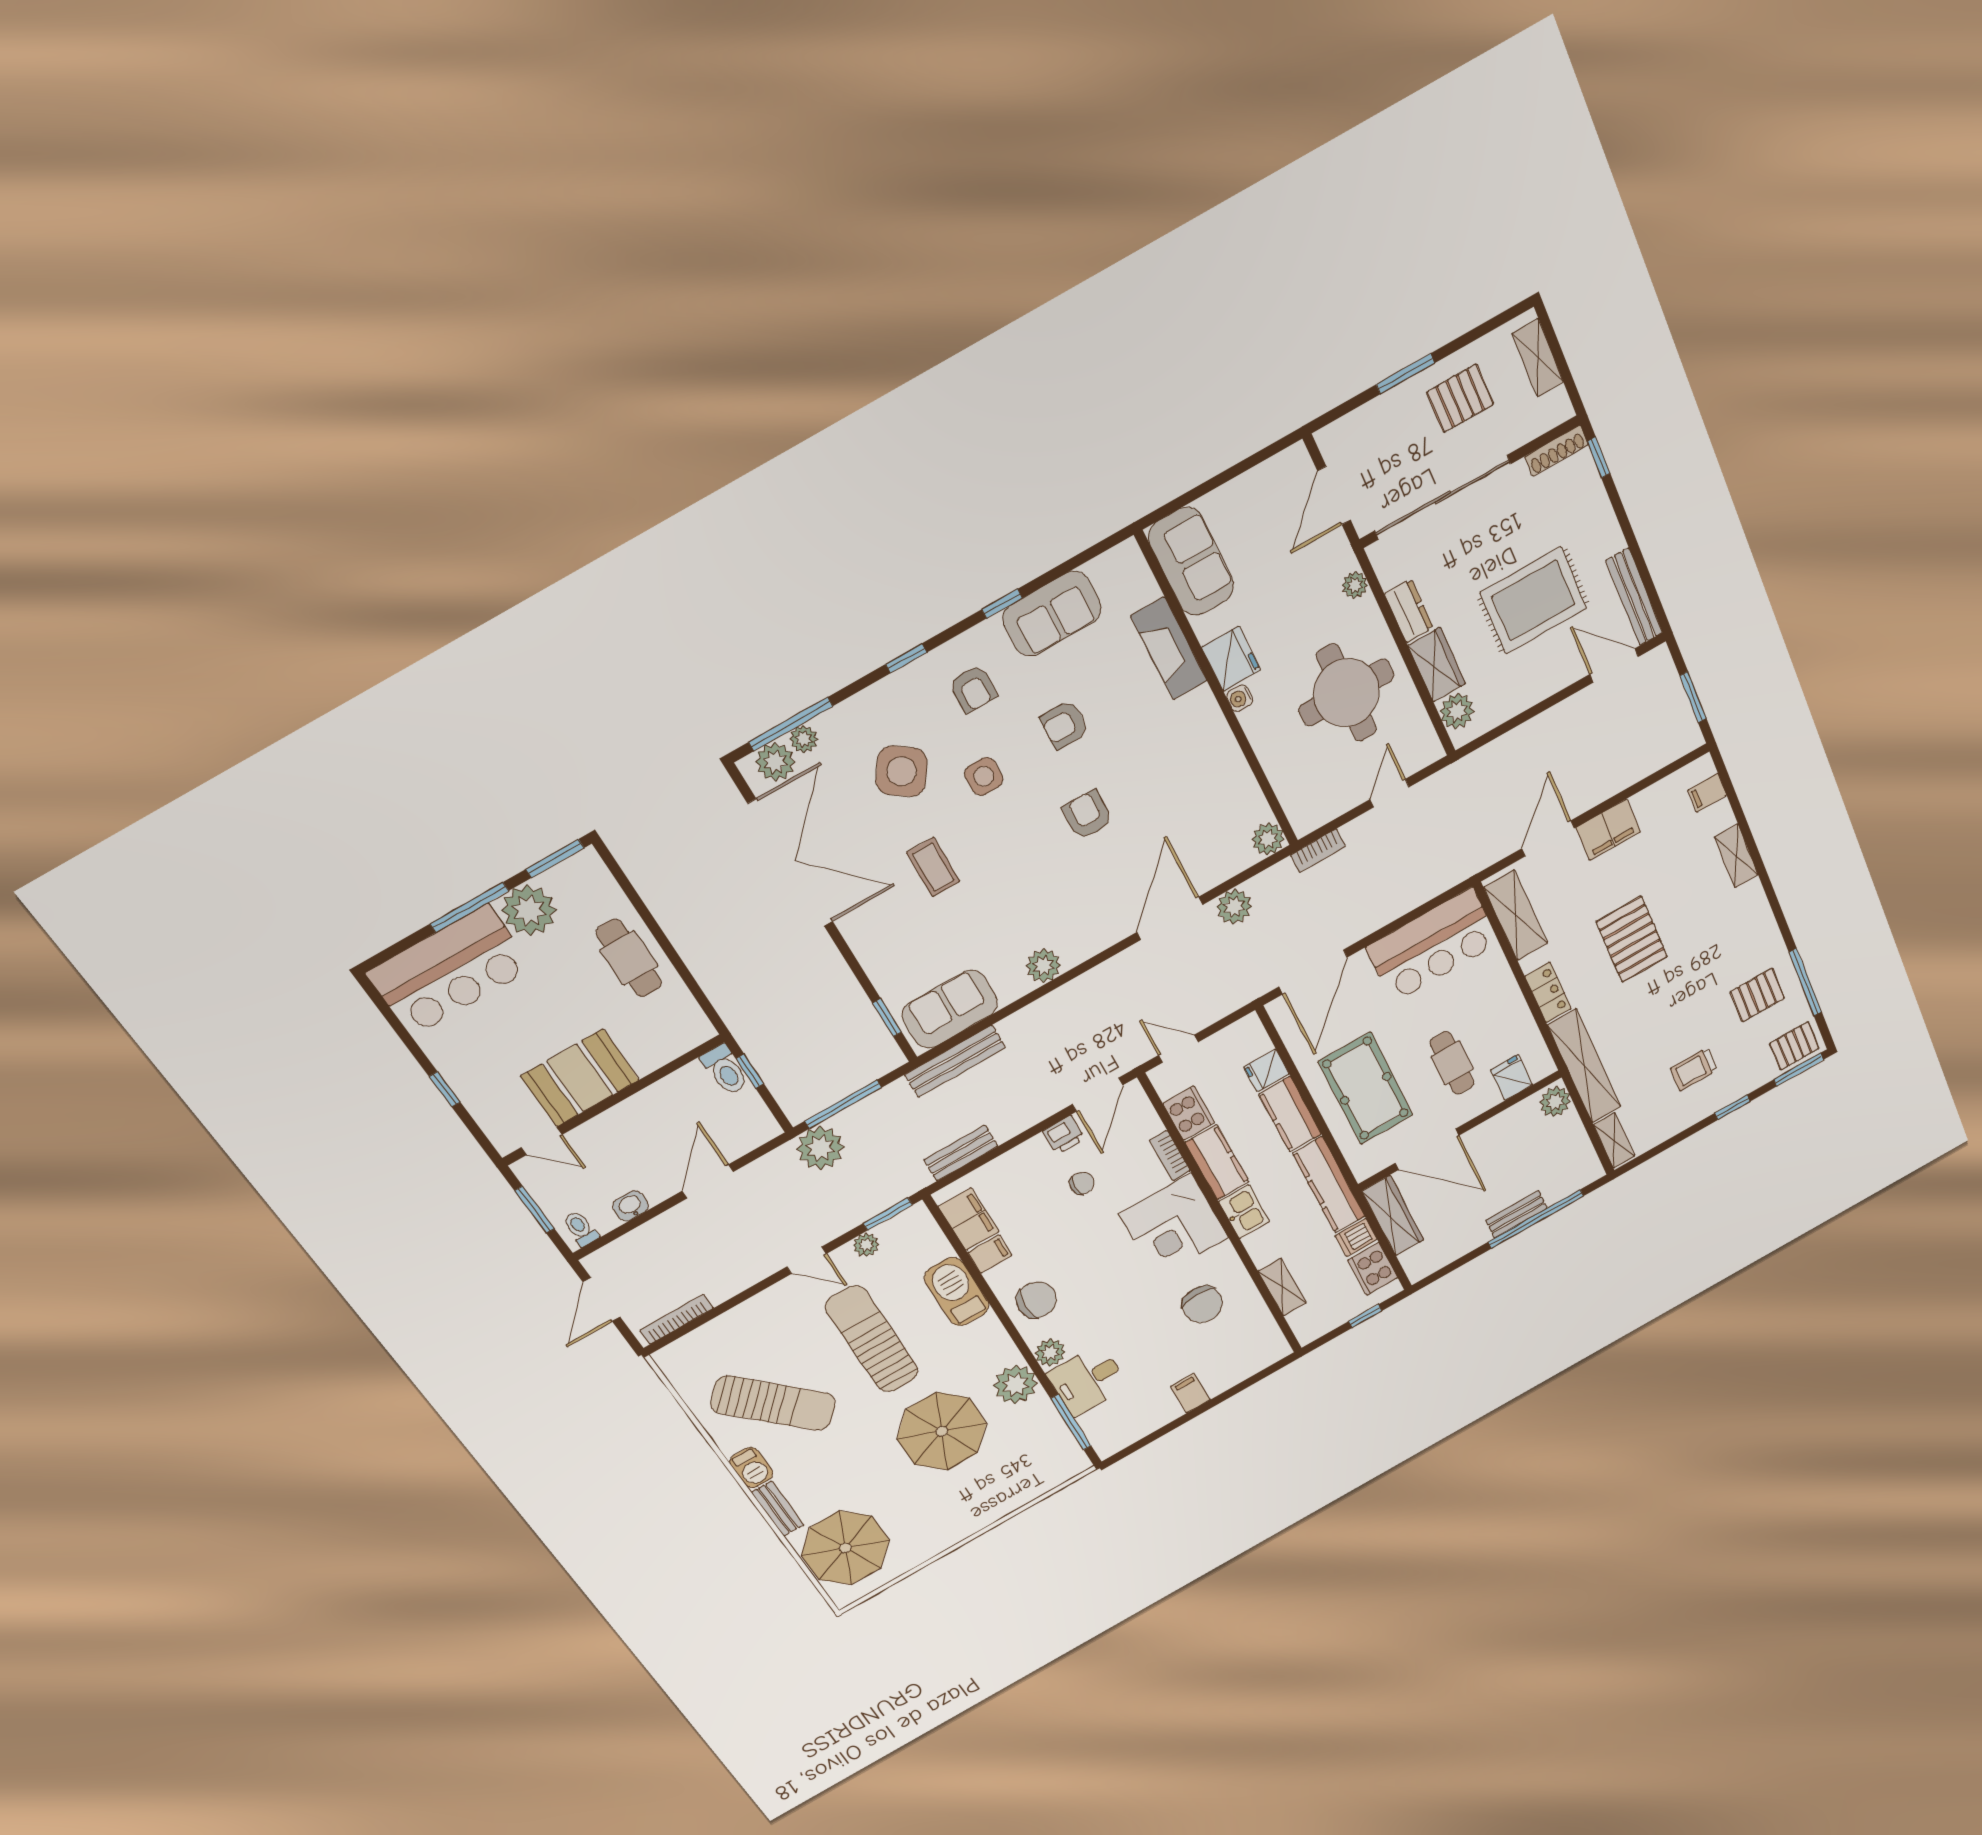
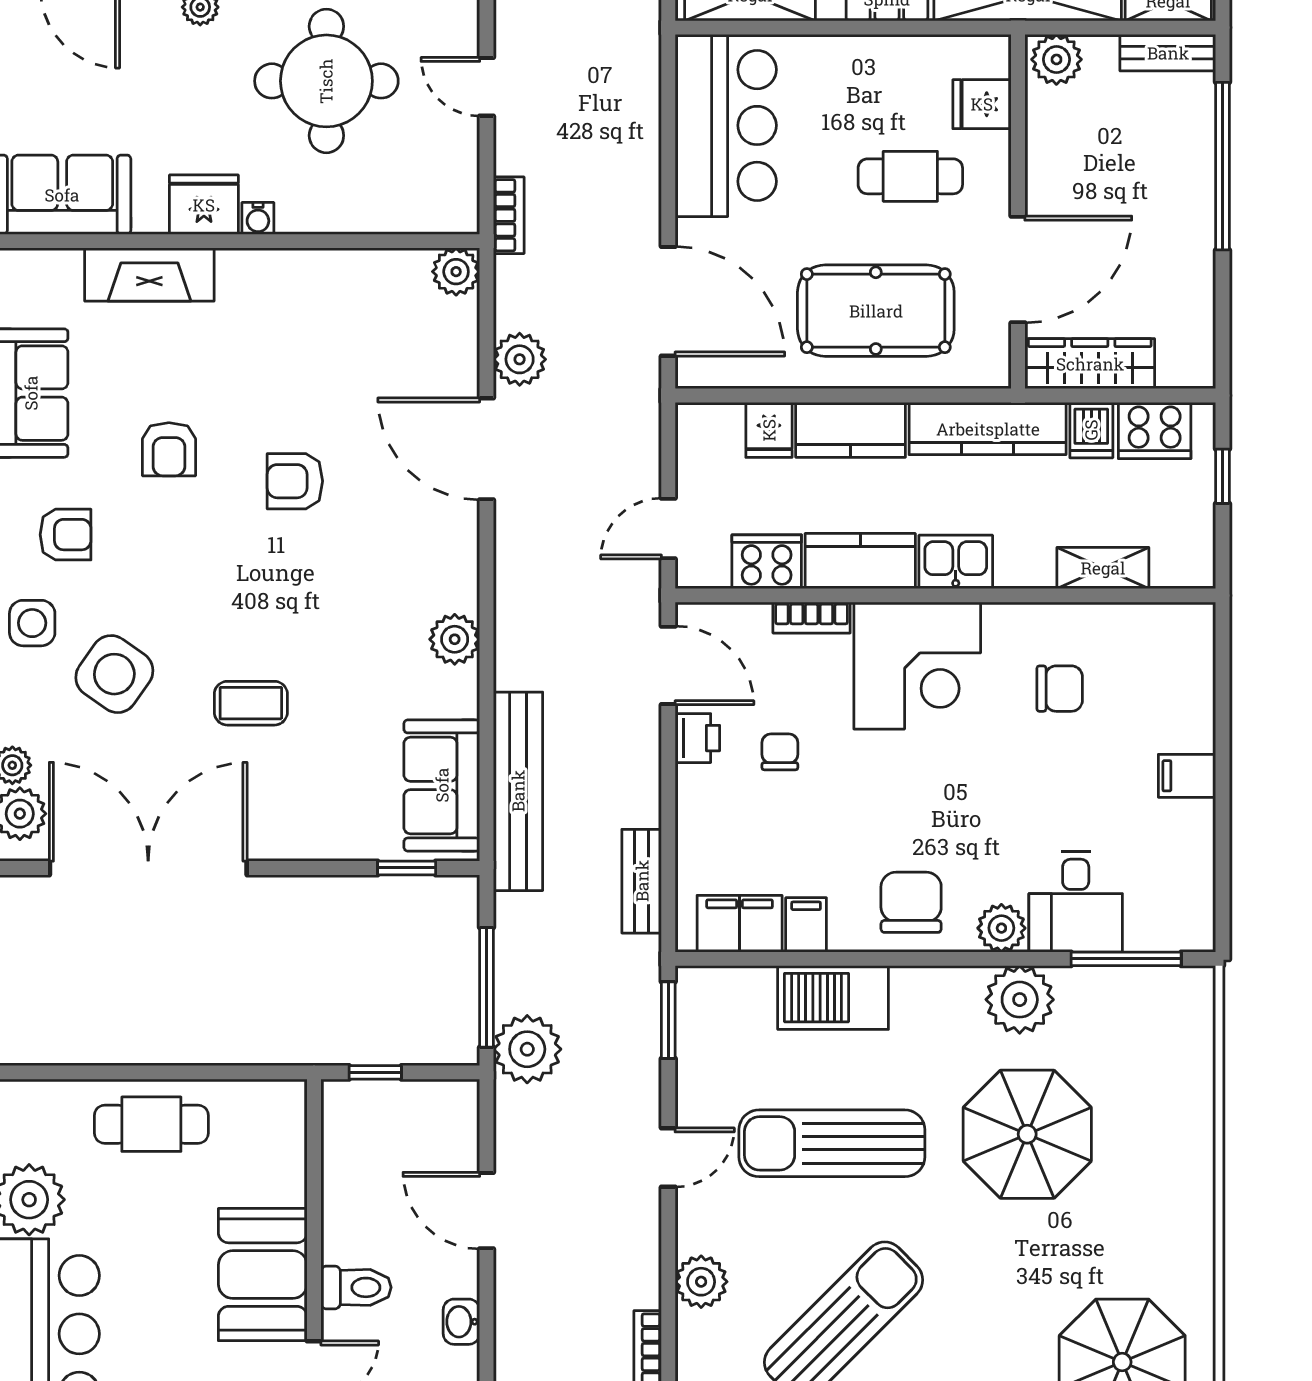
side table: (984, 776) -> (32, 623), moved
bench: (955, 1061) -> (518, 791), width x1.37, depth x1.21
toilet: (725, 1070) -> (356, 1287), moved
bench: (1516, 1214) -> (1168, 53), moved, turned 90
plant: (866, 1245) -> (701, 1282), moved, width x1.38, depth x1.38
chair: (1202, 1304) -> (1060, 689), width x0.73, depth x0.73

